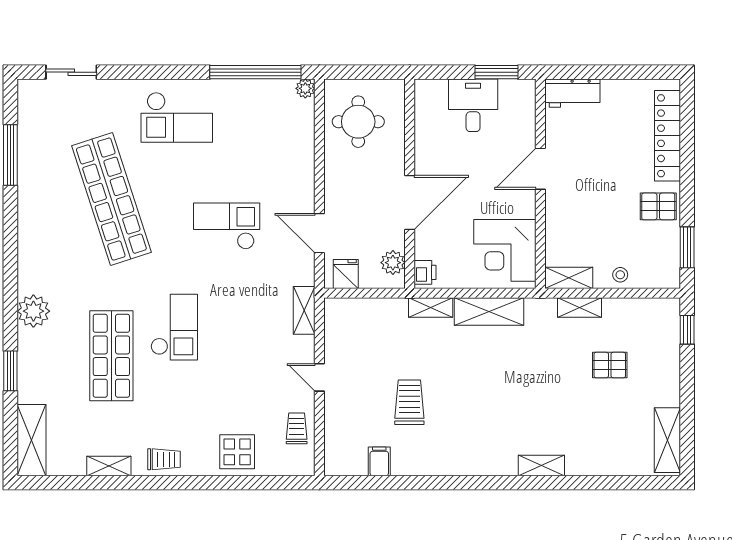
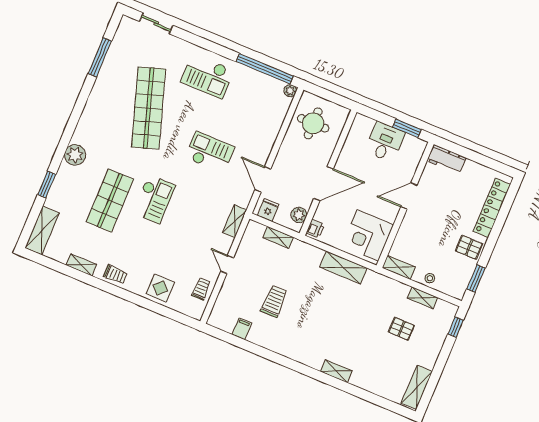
shelving: (431, 308) -> (278, 237), moved
shelving: (579, 308) -> (422, 298), moved

